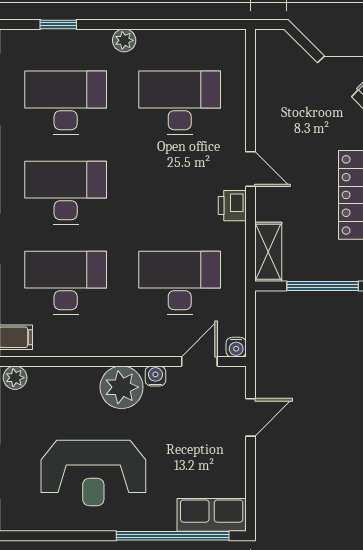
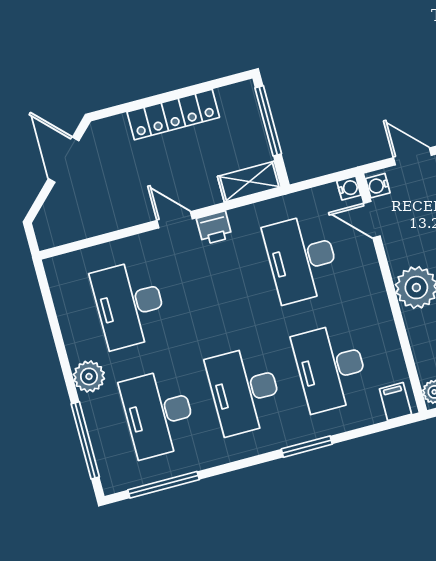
window: (58, 24) -> (85, 440), width x2.17
plant: (124, 40) -> (89, 376), width x1.38, depth x1.38
door: (250, 169) -> (175, 220), hinge flipped
water cooler: (155, 376) -> (378, 186), moved

